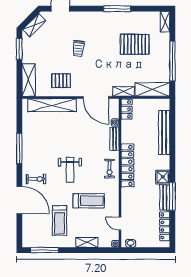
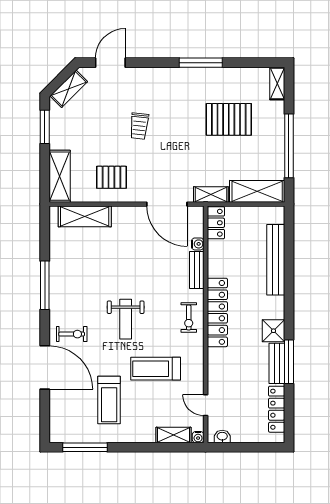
shelving: (52, 105) -> (85, 216), width x0.68
treadmill: (89, 201) -> (156, 369), turned 180
shelving: (87, 242) -> (174, 435), moved

